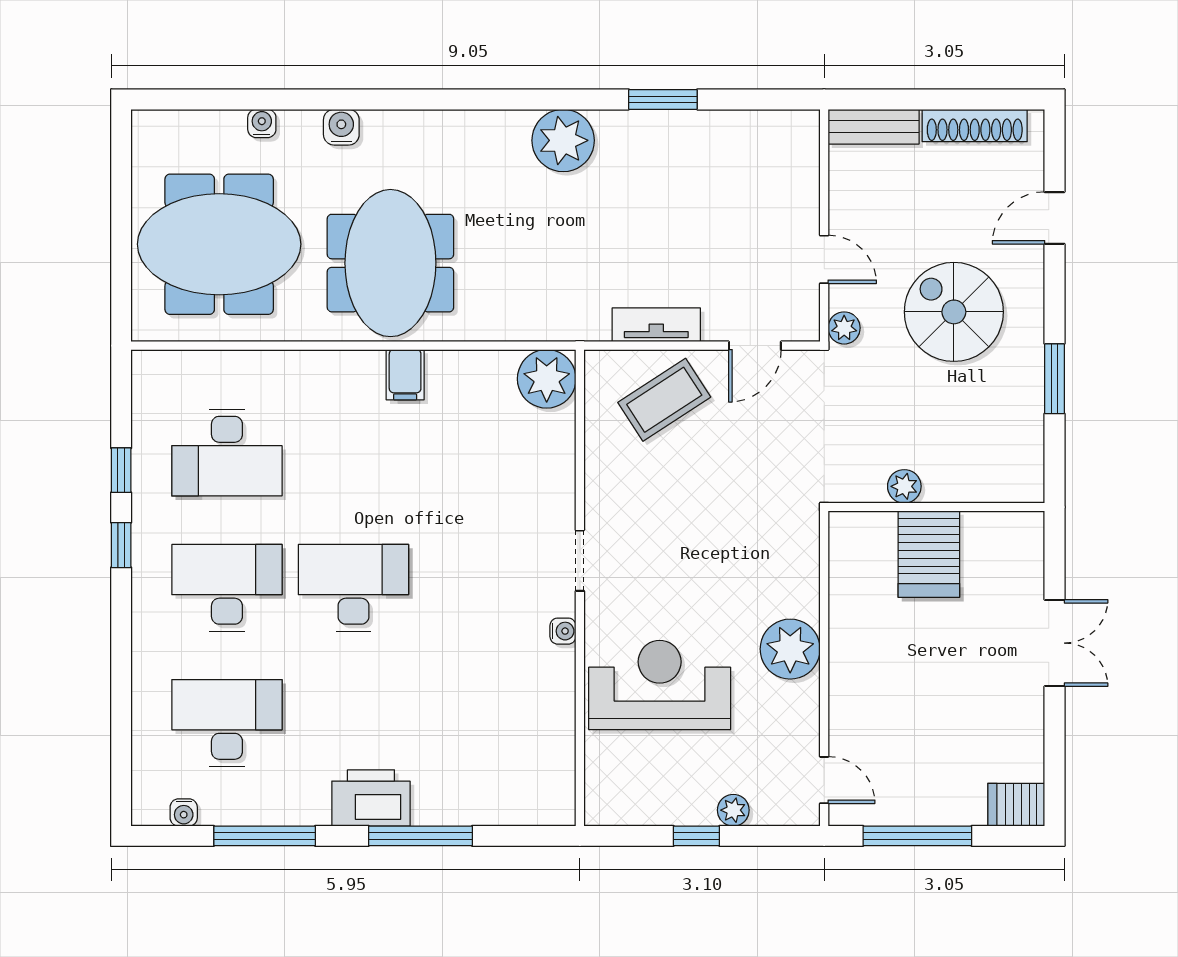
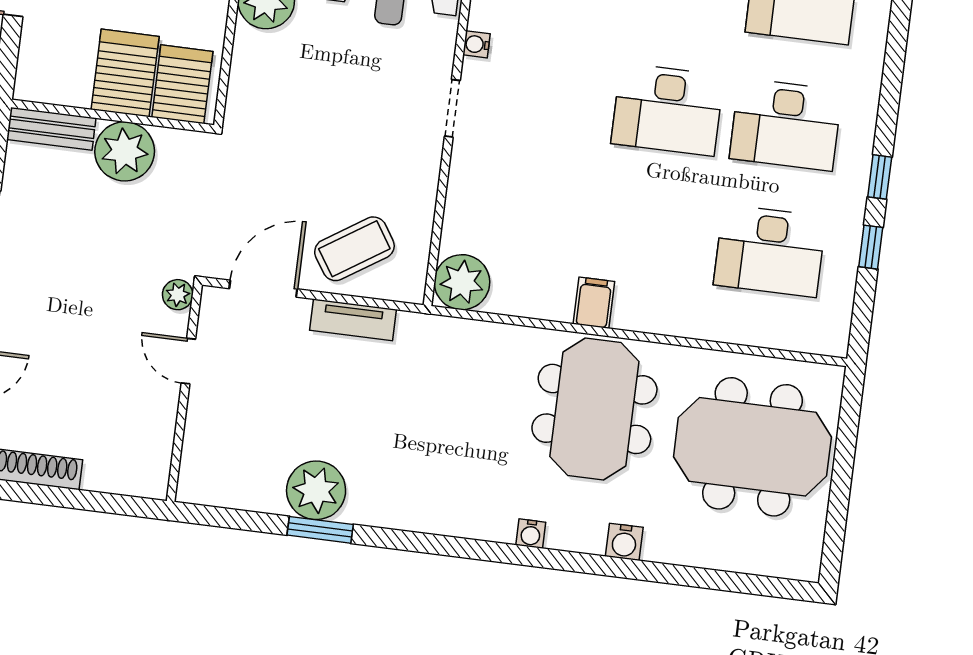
water cooler: (262, 123) -> (531, 534), moved
bench: (874, 127) -> (51, 129), moved
plant: (563, 140) -> (316, 490), moved
spiral stairs: (954, 312) -> (73, 297), removed
door: (755, 346) -> (263, 289), width x1.38
desk: (227, 453) -> (770, 251), turned 180
plant: (904, 486) -> (125, 151), width x1.87, depth x1.87
server rack: (867, 550) -> (182, 84), added

